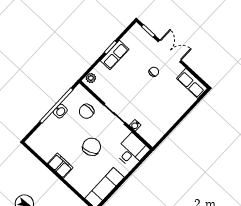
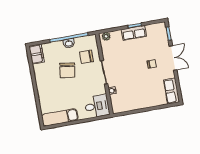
chair: (92, 147) -> (67, 70), moved, turned 119
filing cabinet: (60, 166) -> (37, 54), moved

